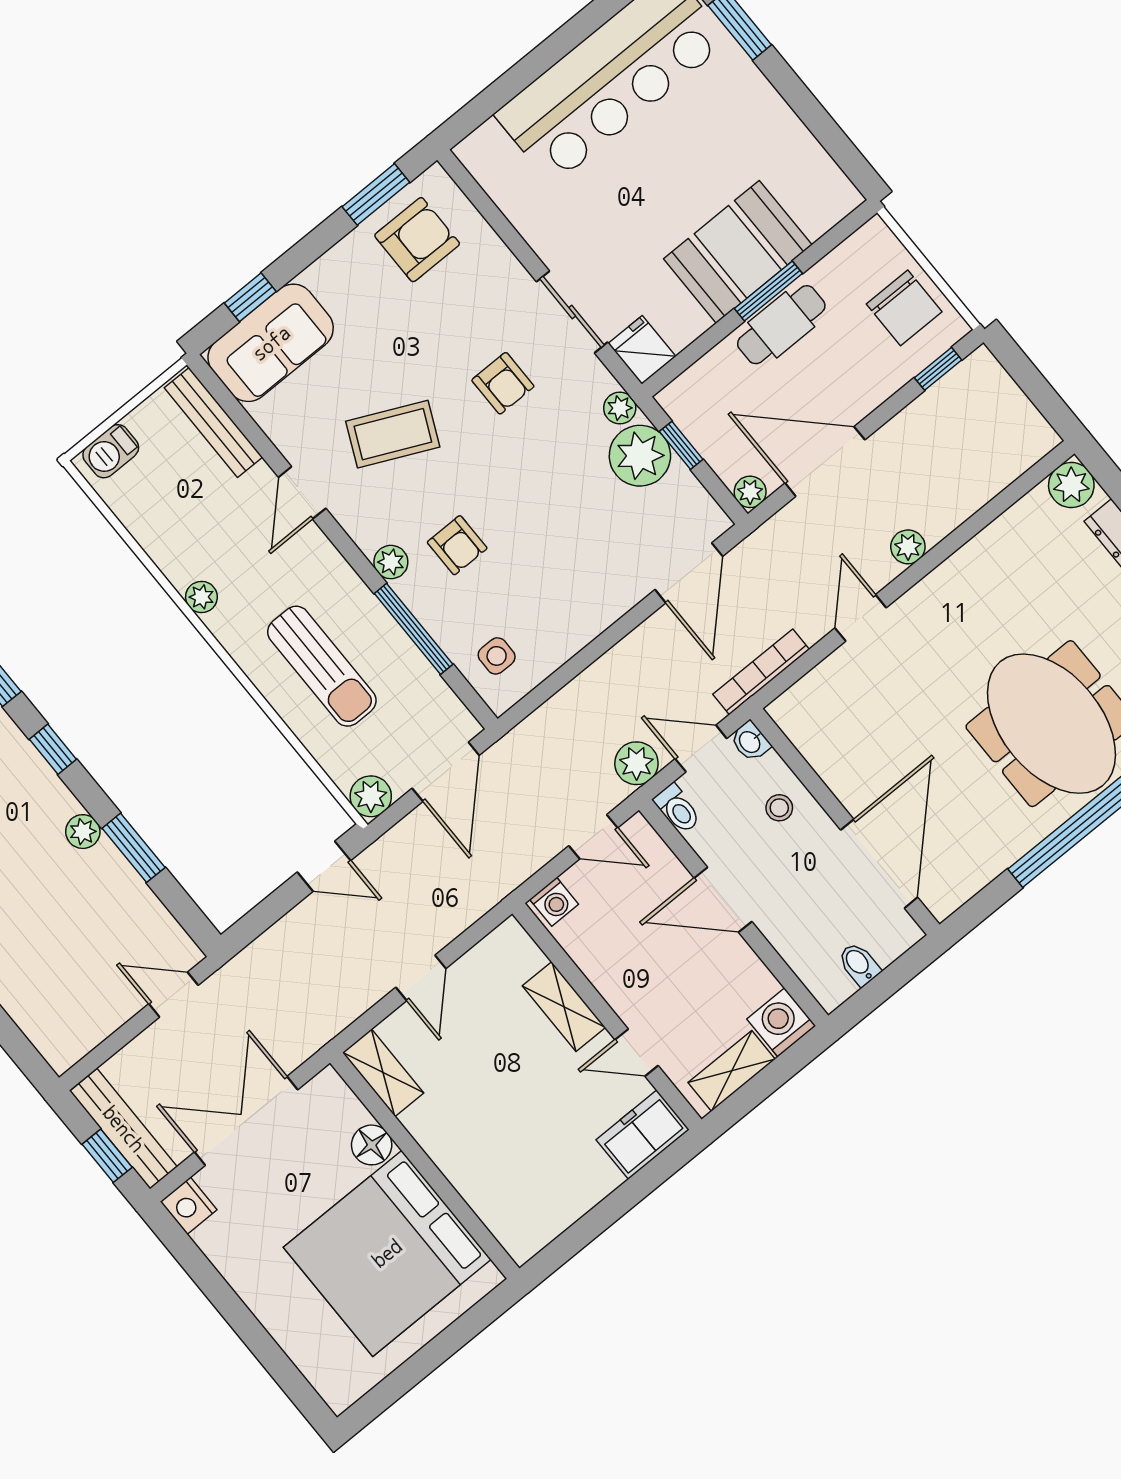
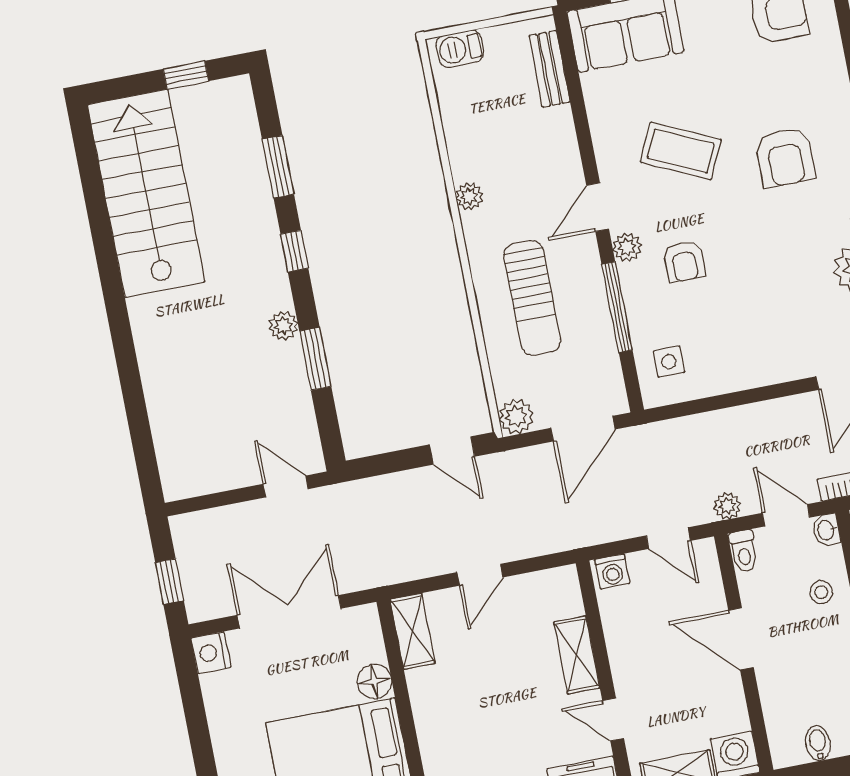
armchair: (503, 383) -> (785, 157), width x1.38, depth x1.38
bench: (213, 422) -> (549, 69), width x0.73
door: (302, 493) -> (598, 207), moved
plant: (636, 763) -> (727, 506), width x0.73, depth x0.73
bench: (124, 1129) -> (193, 568), removed

